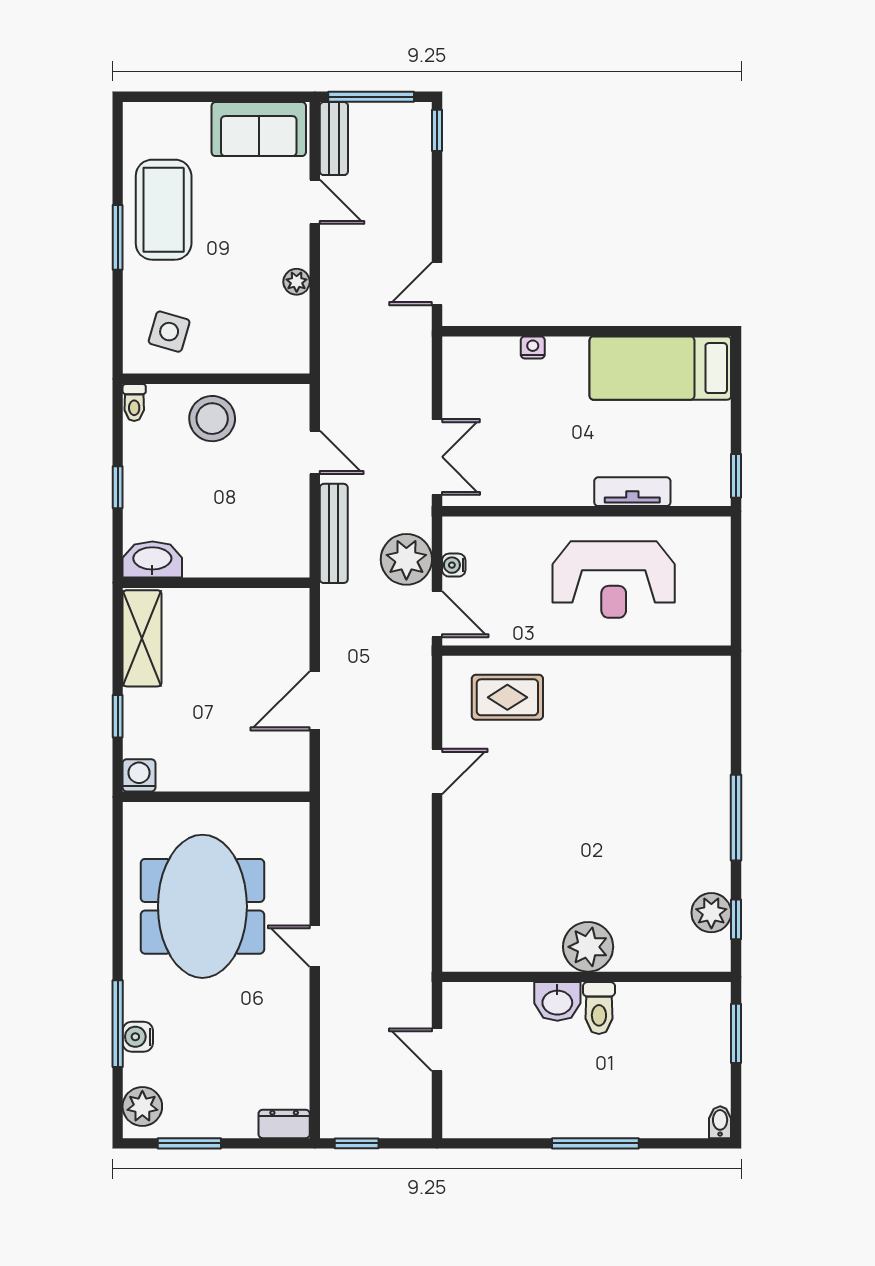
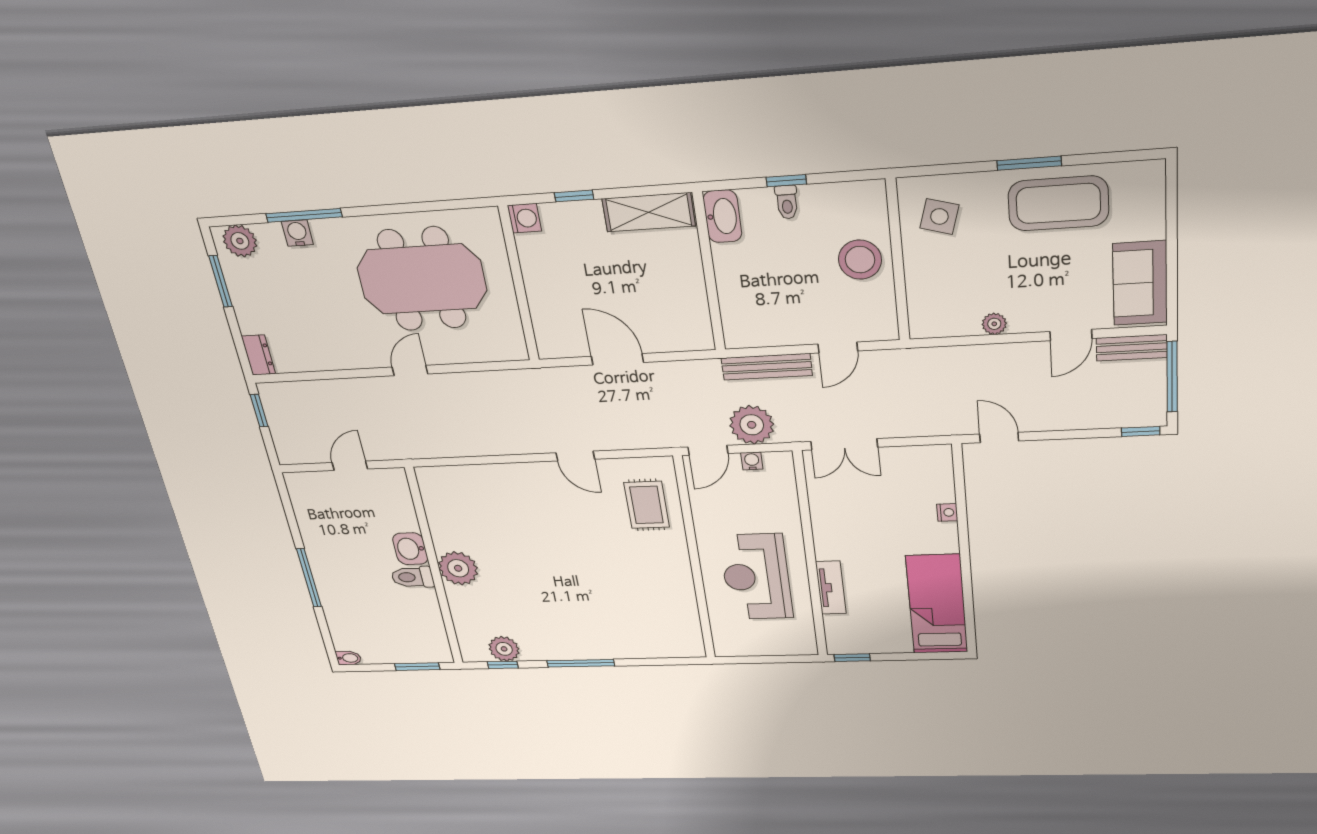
toilet: (134, 403) -> (787, 202), moved, turned -90

